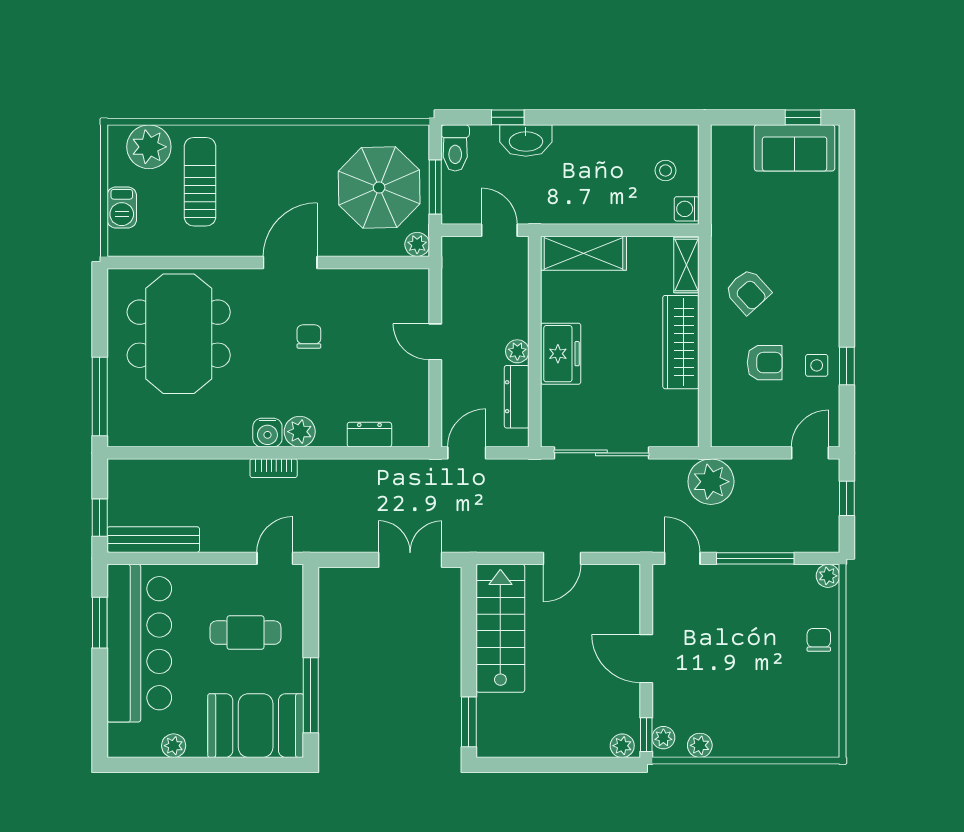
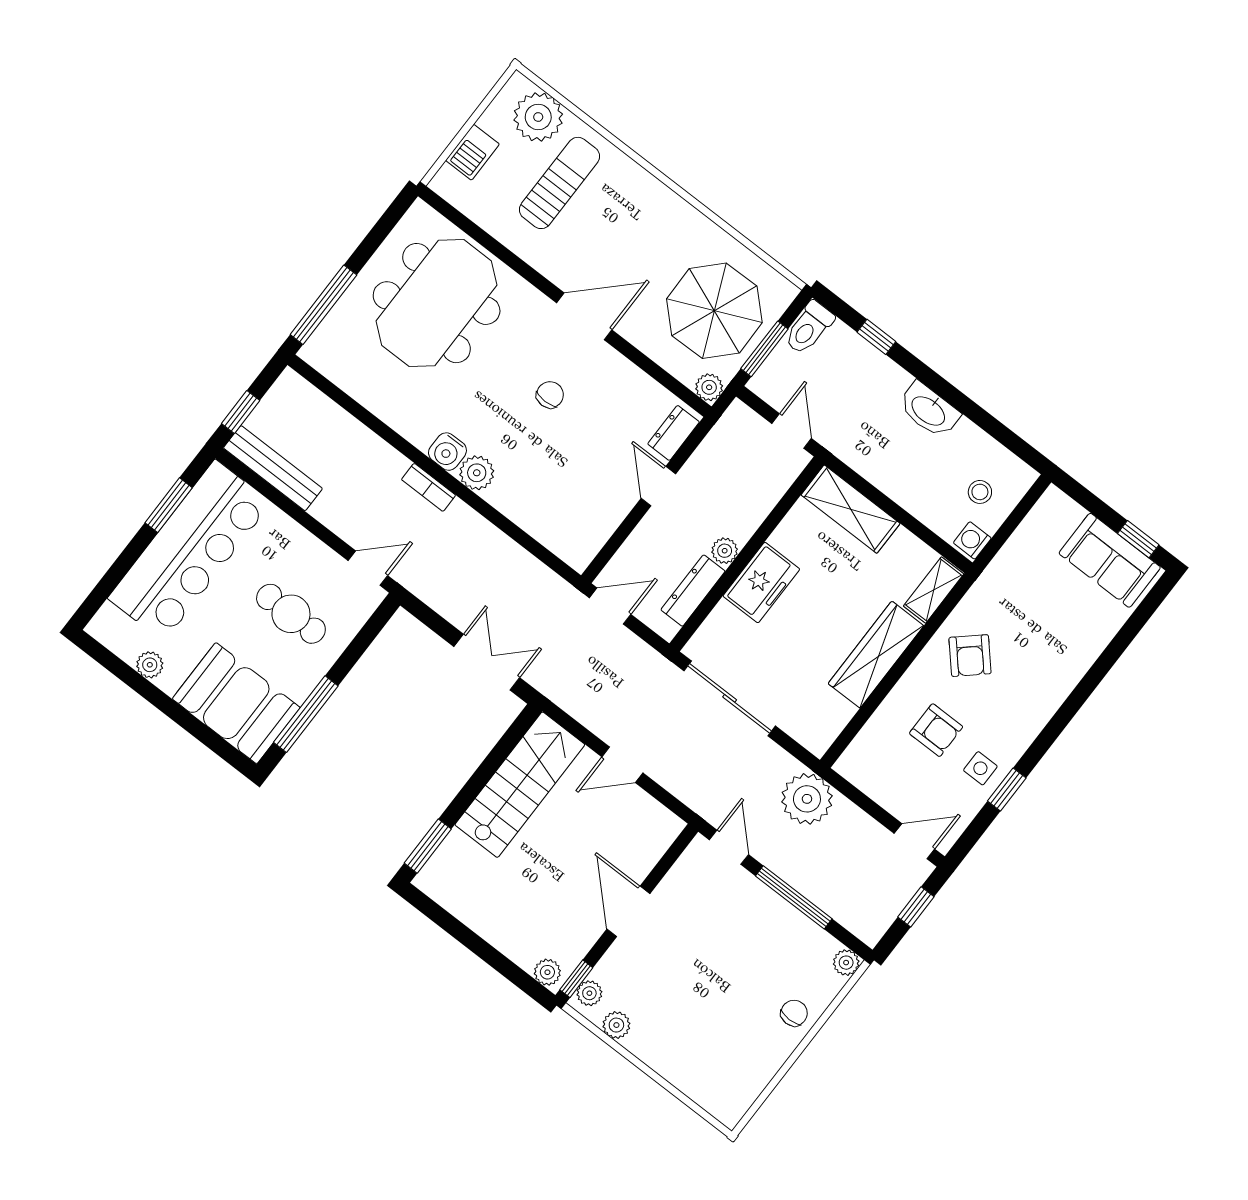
washbasin: (526, 141) -> (929, 410), moved
dresser: (369, 435) -> (674, 433), moved, turned -90

